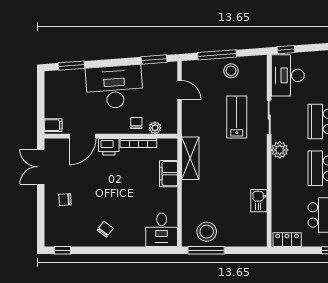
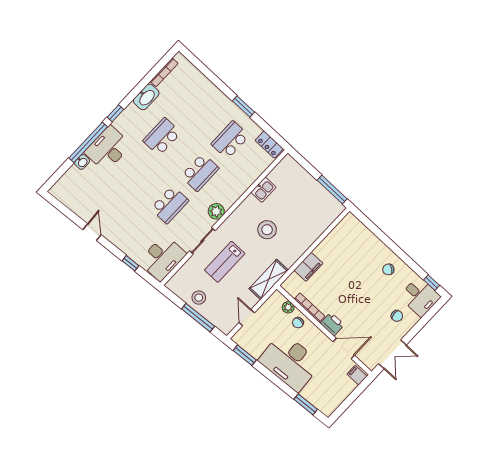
window: (286, 50) -> (131, 263), moved
shelving: (190, 158) -> (269, 279), moved
desk: (162, 230) -> (420, 297), moved, turned 90
stool: (207, 232) -> (267, 230), moved

